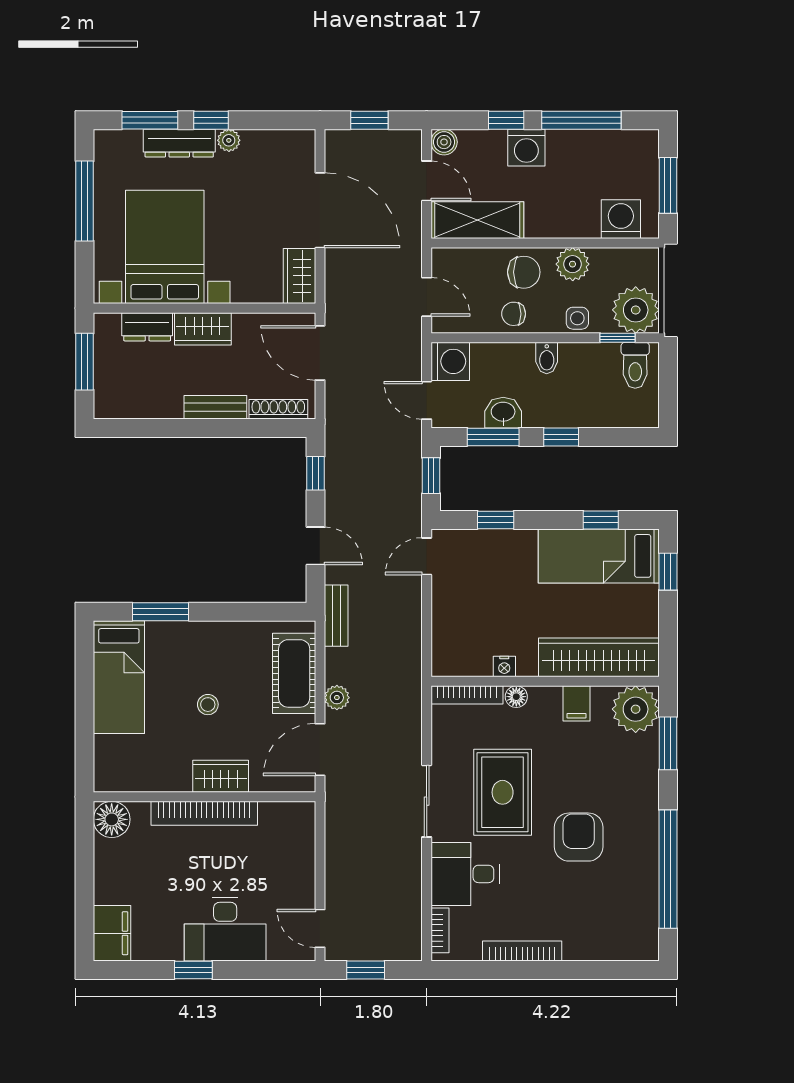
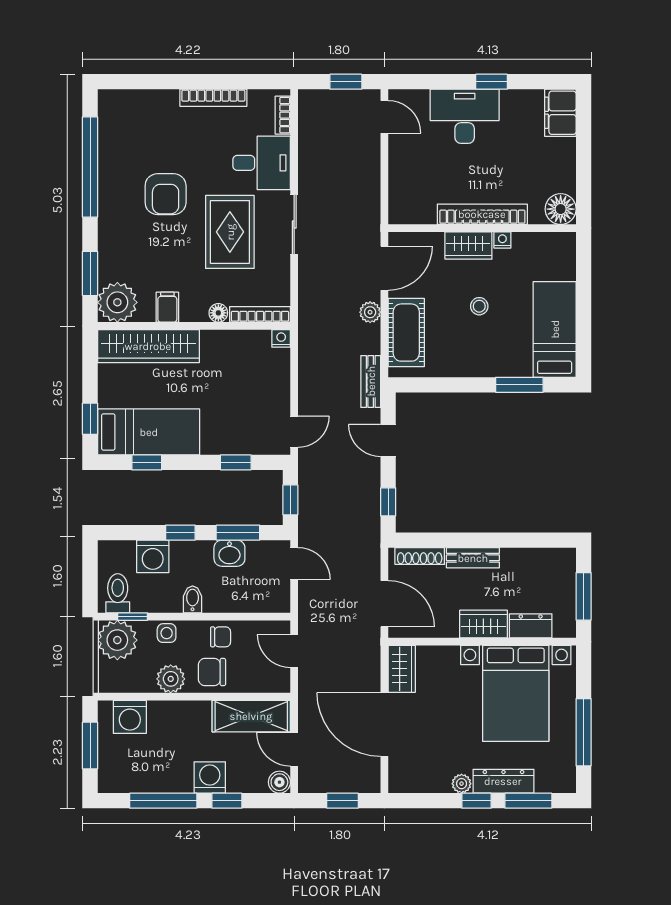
washing machine: (450, 361) -> (153, 556), moved, turned -90
nightstand: (504, 666) -> (281, 338), moved
nightstand: (180, 783) -> (502, 240), added

